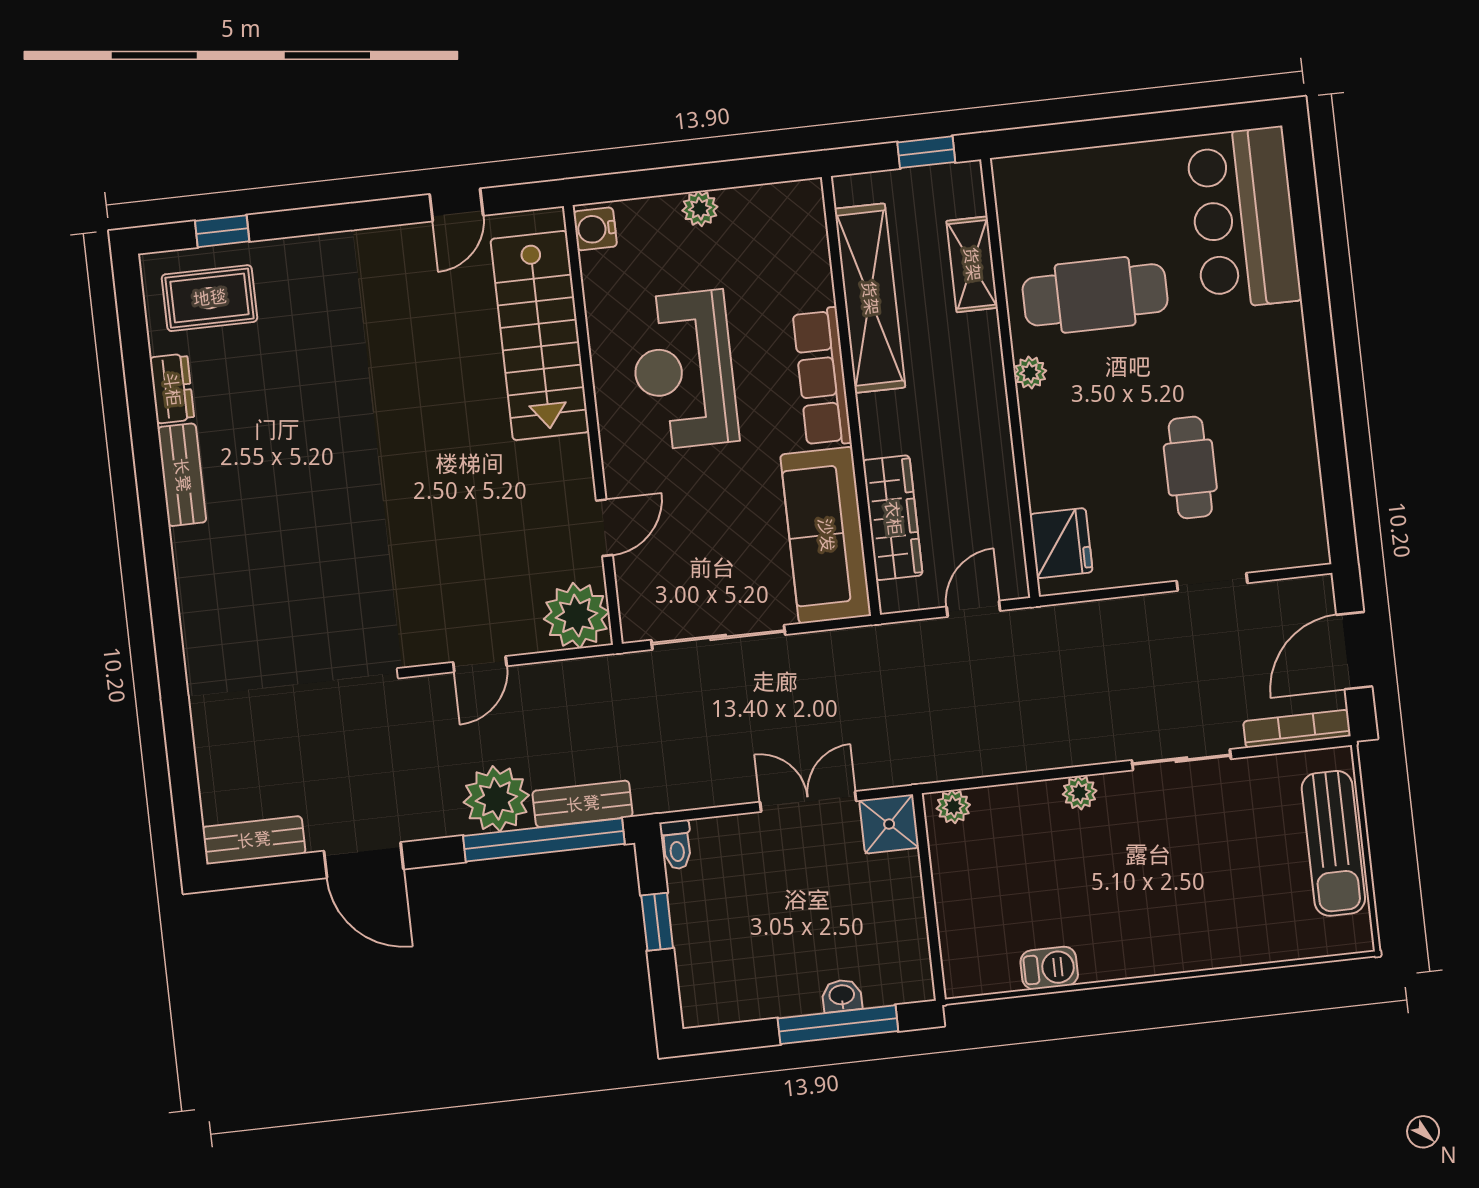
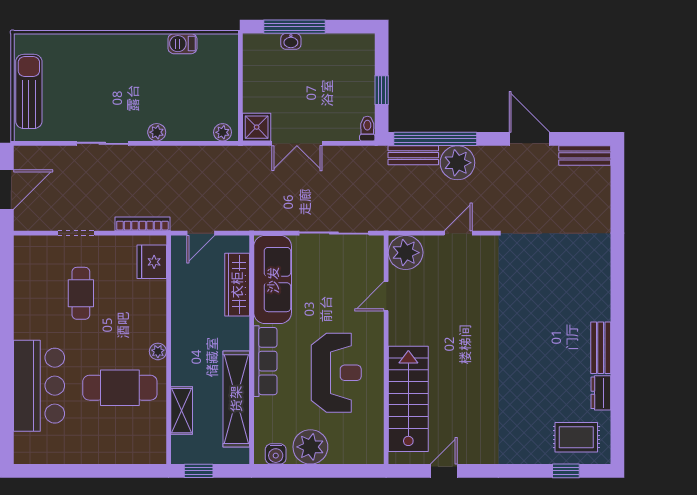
plant: (700, 209) -> (310, 447), width x1.88, depth x1.88
bar counter: (1244, 218) -> (39, 386), moved
water cooler: (595, 229) -> (276, 454), moved, turned 90
bookcase: (1297, 729) -> (142, 224), moved, turned 180

